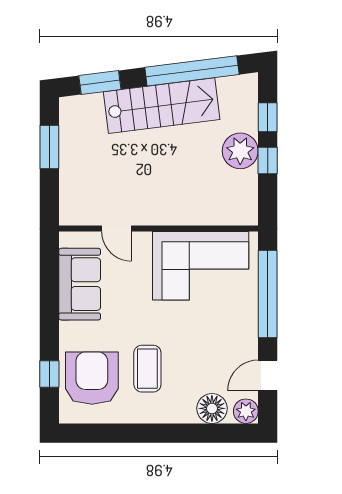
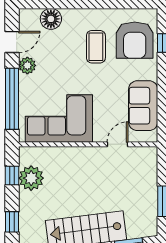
plant: (240, 151) -> (31, 178), moved
window: (268, 160) -> (12, 176), moved
door: (116, 229) -> (118, 144), hinge flipped
plant: (246, 411) -> (27, 65), moved

